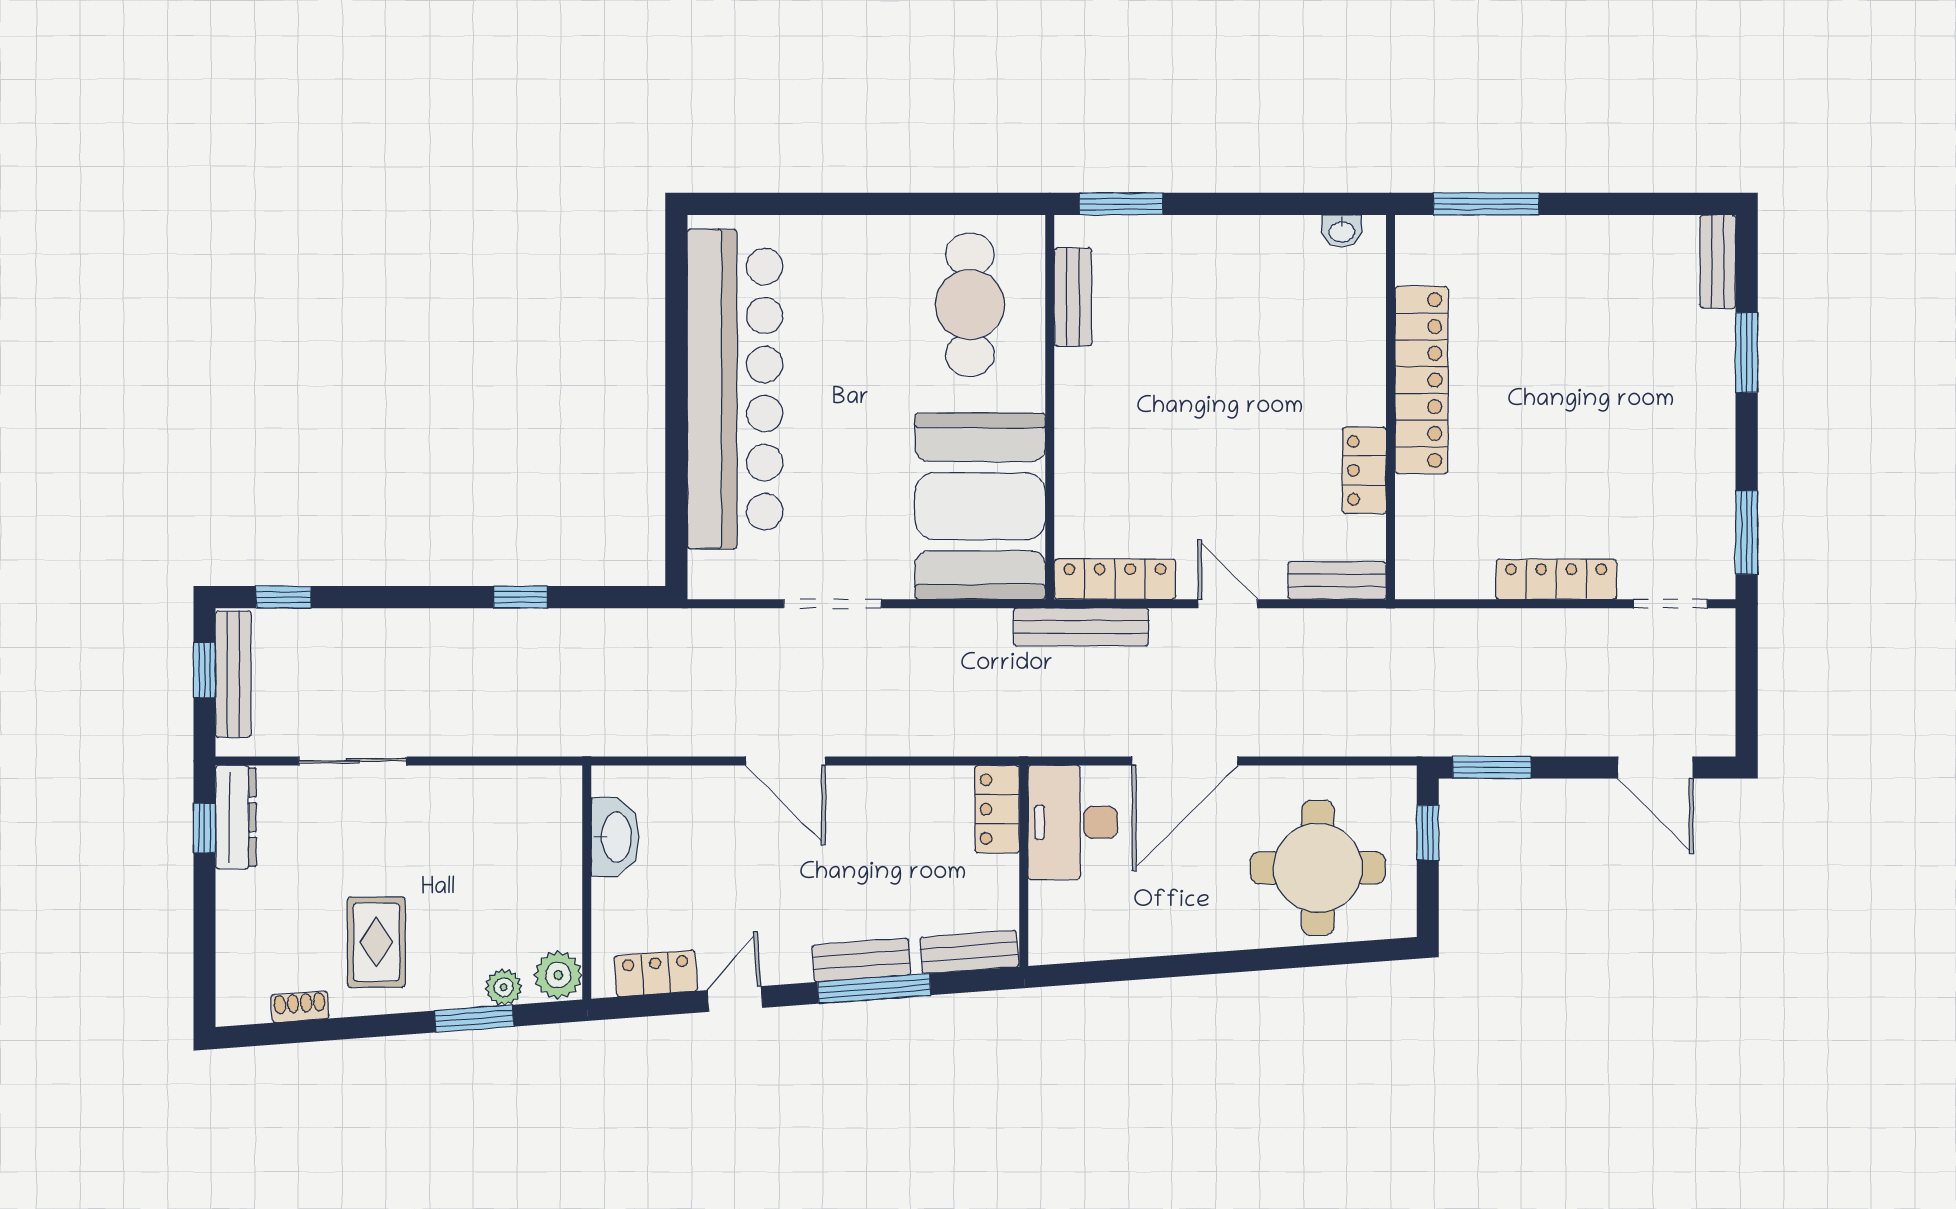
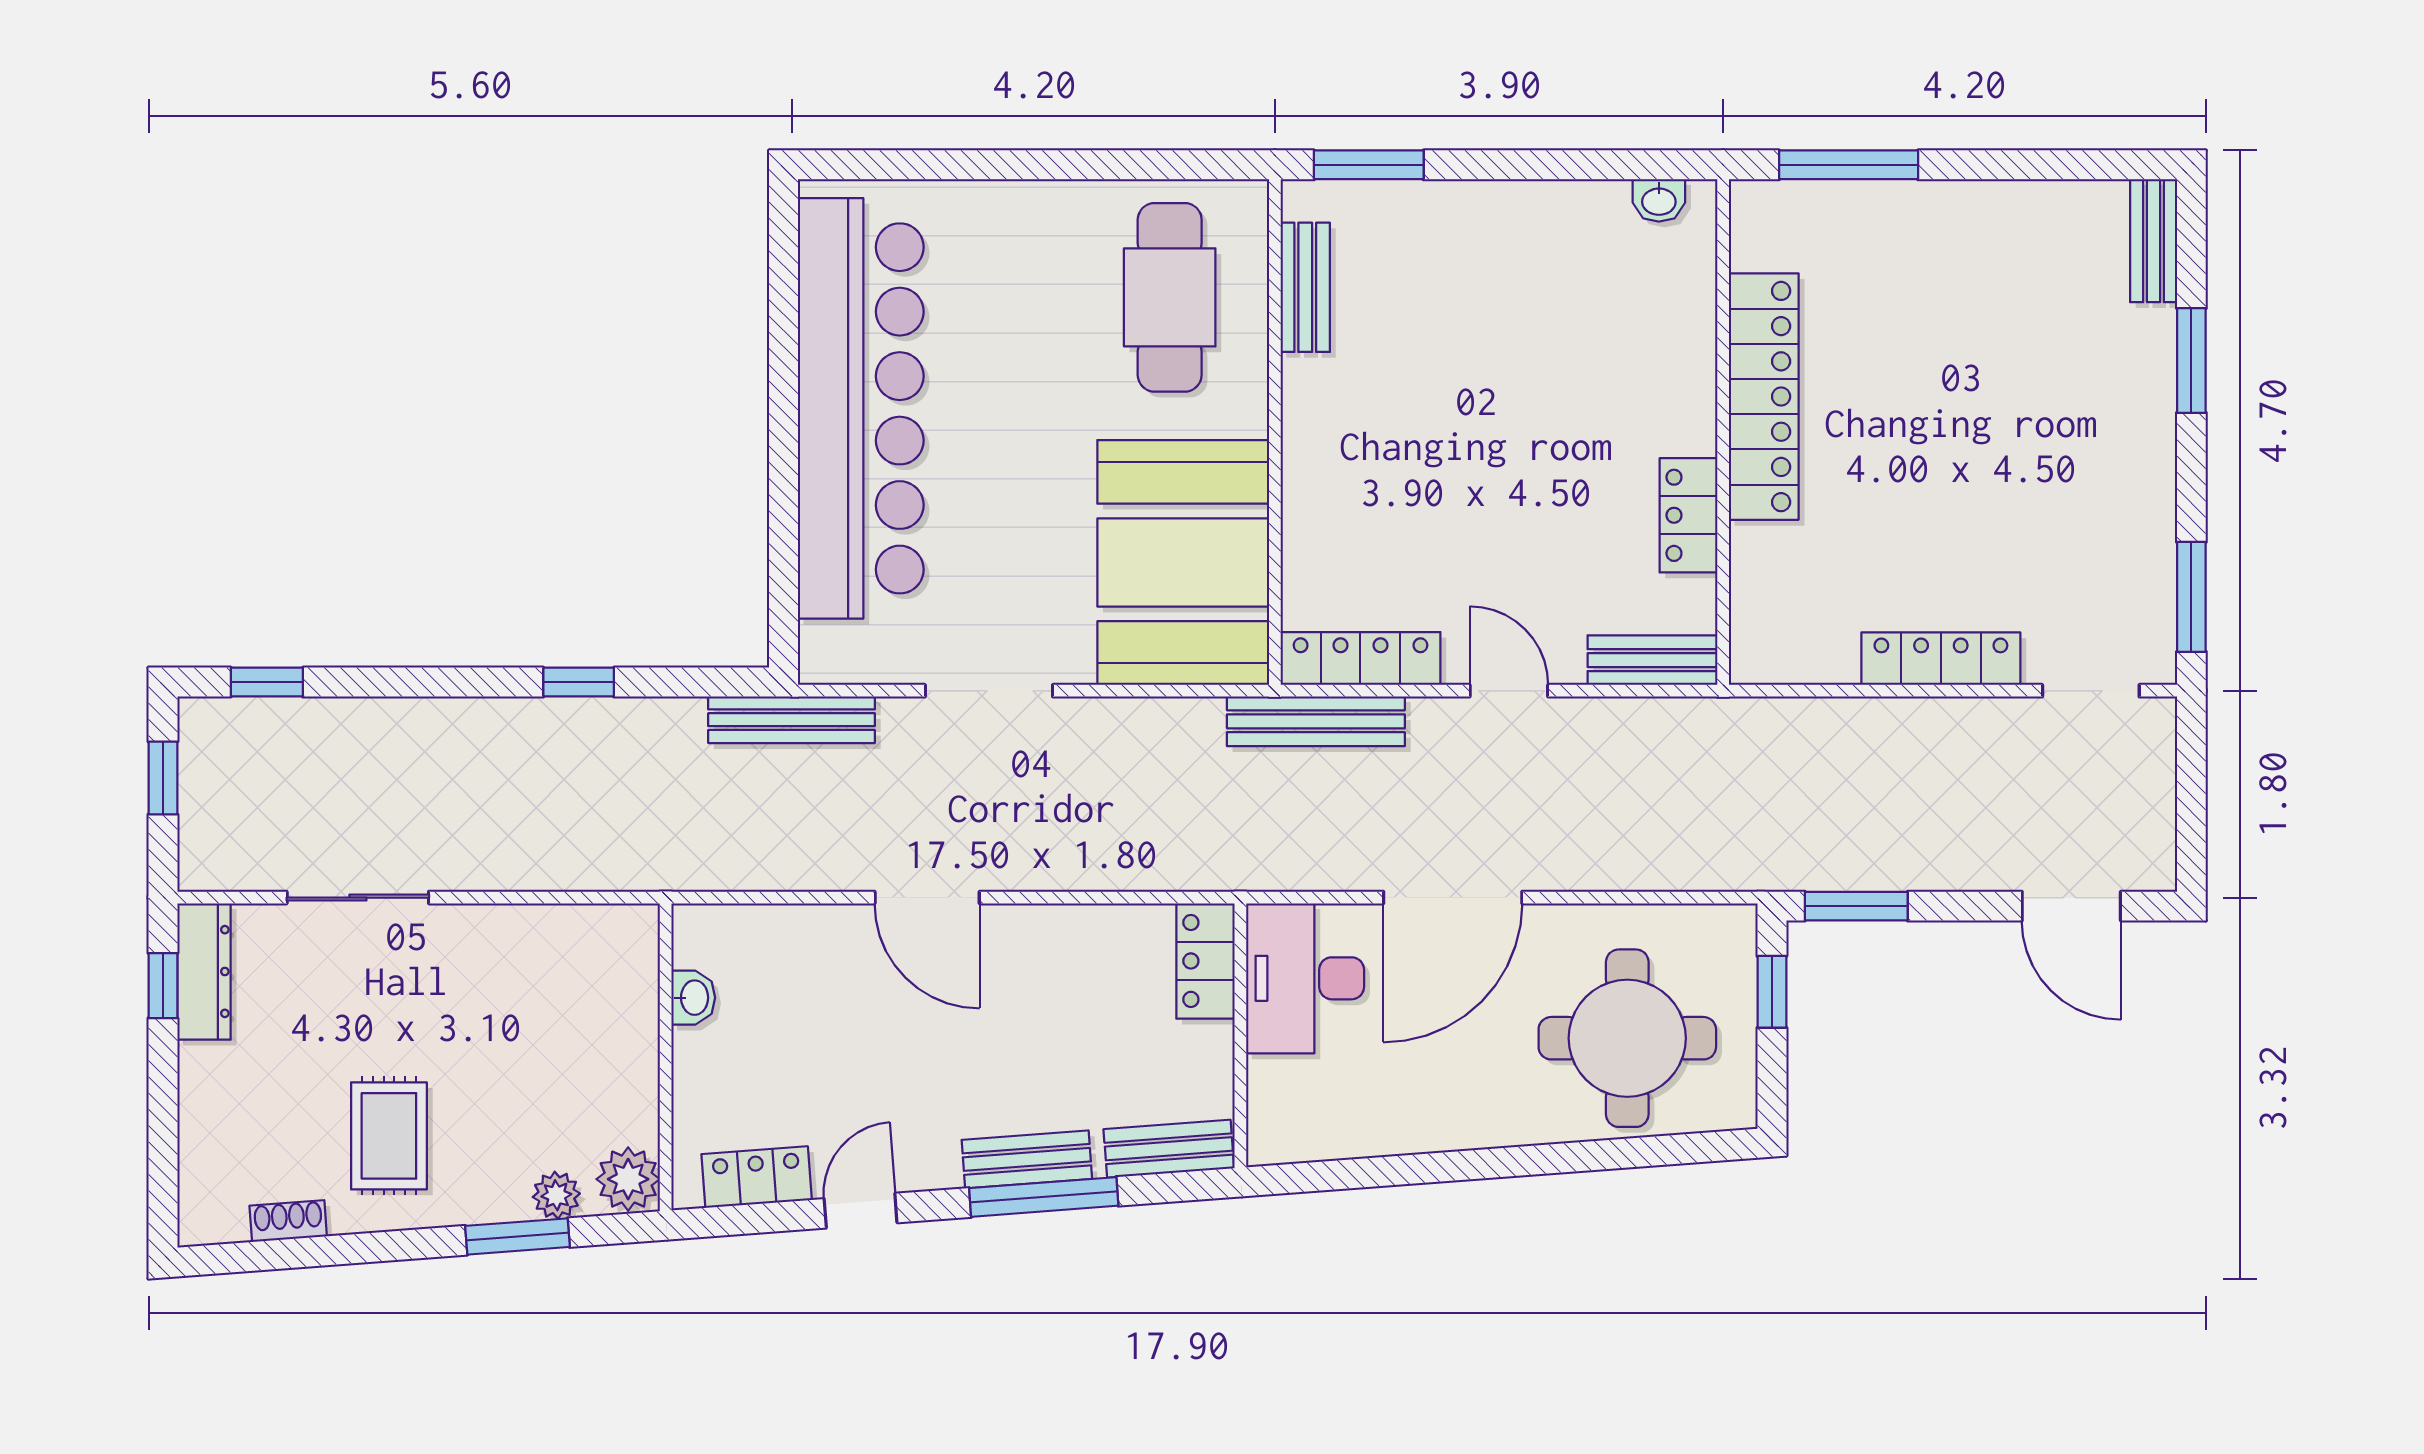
bench: (233, 674) -> (791, 720), moved, turned 90
washbasin: (615, 837) -> (693, 998), width x0.52, depth x0.69

